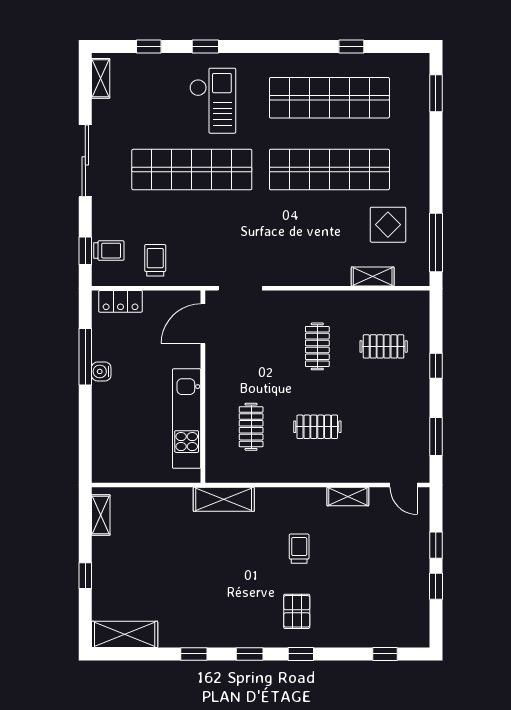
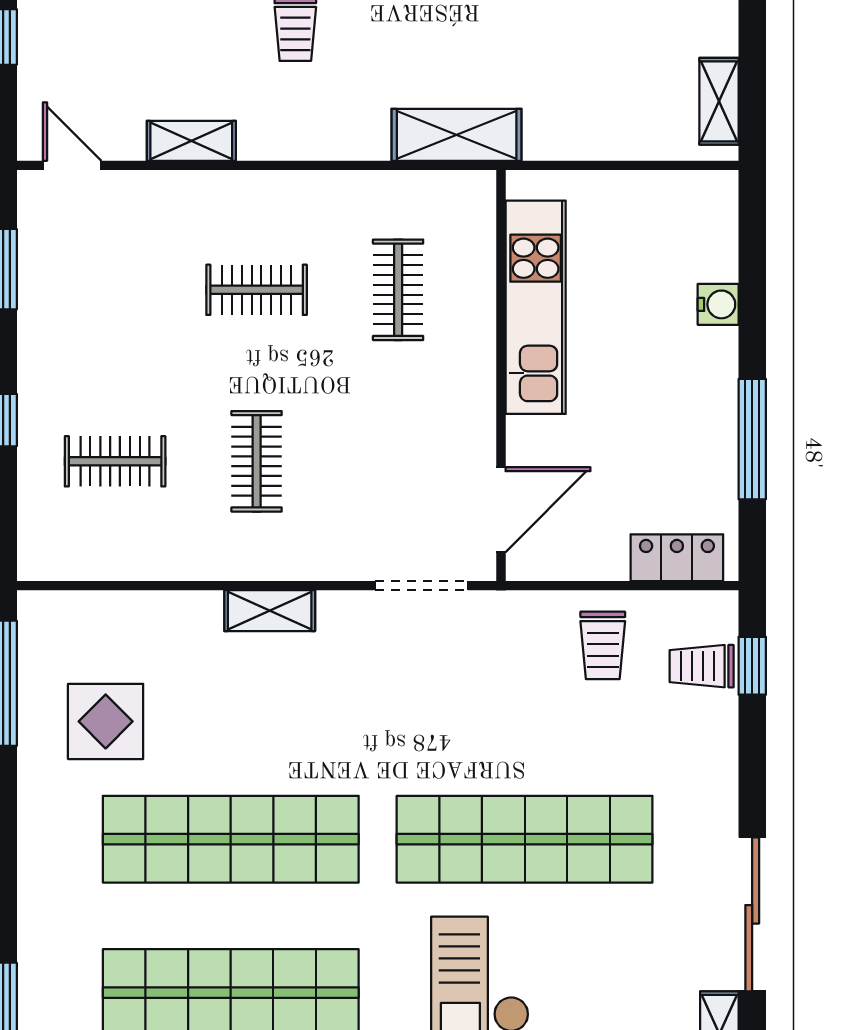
sliding door: (85, 161) -> (752, 914), moved
shelving: (373, 277) -> (270, 611), moved
water cooler: (101, 371) -> (718, 304), moved

